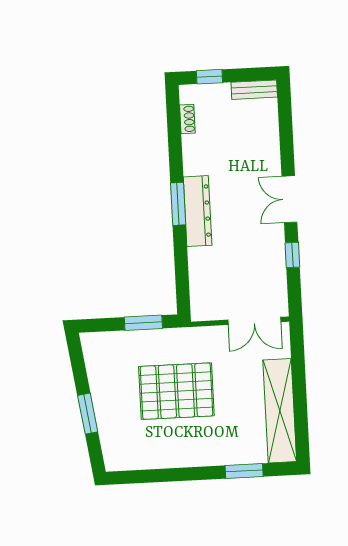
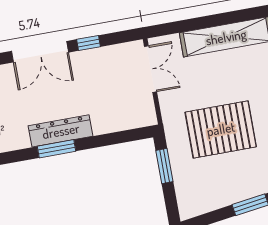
double door: (289, 199) -> (40, 52), width x1.37
pallet: (176, 391) -> (221, 129), turned 90

